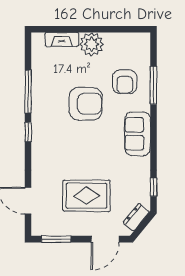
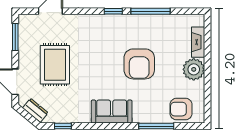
armchair: (125, 82) -> (181, 109), moved

